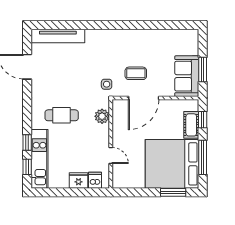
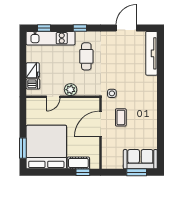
window: (203, 69) -> (137, 172), moved
sofa: (187, 76) -> (140, 159), moved
door: (144, 98) -> (101, 124), hinge flipped
plant: (102, 116) -> (71, 90), moved
window: (27, 142) -> (80, 28), moved
window: (203, 157) -> (52, 172), removed

